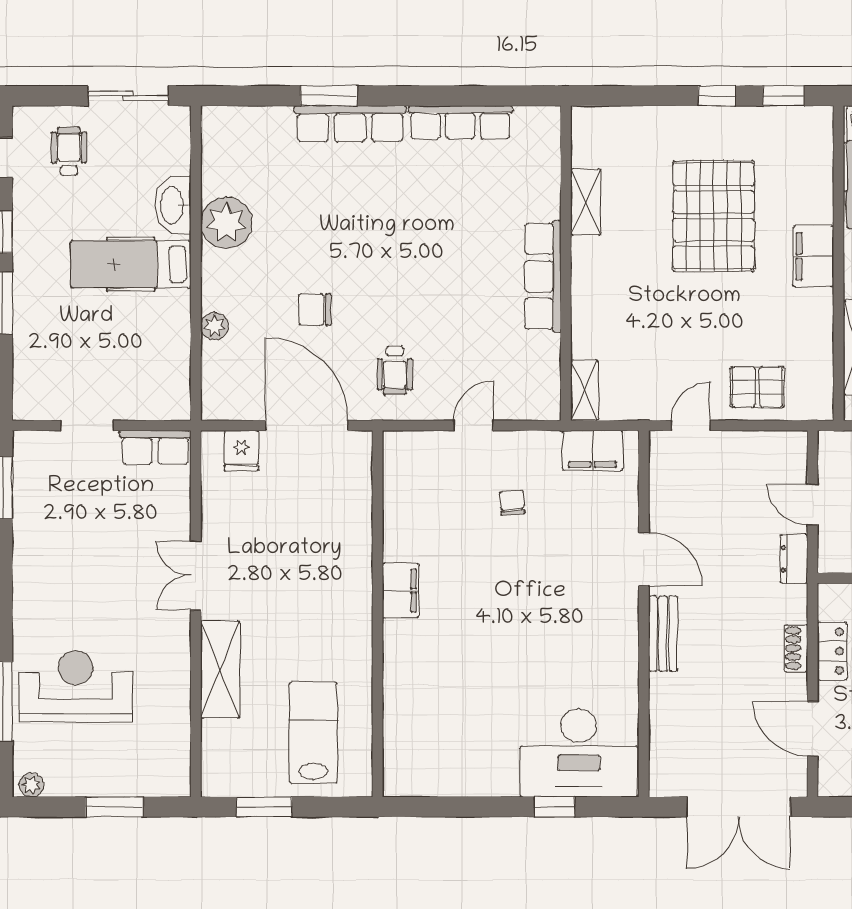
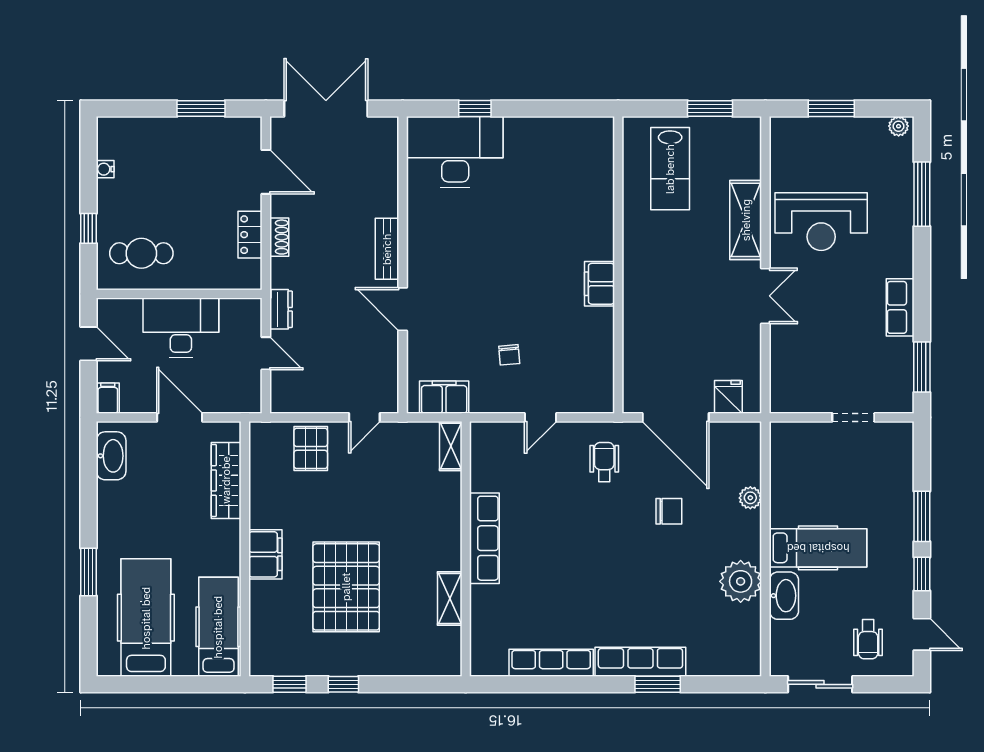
pallet: (757, 387) -> (311, 448), turned 90
row of seats: (155, 447) -> (900, 307), moved, turned -90
reception desk: (76, 686) -> (821, 222), moved

